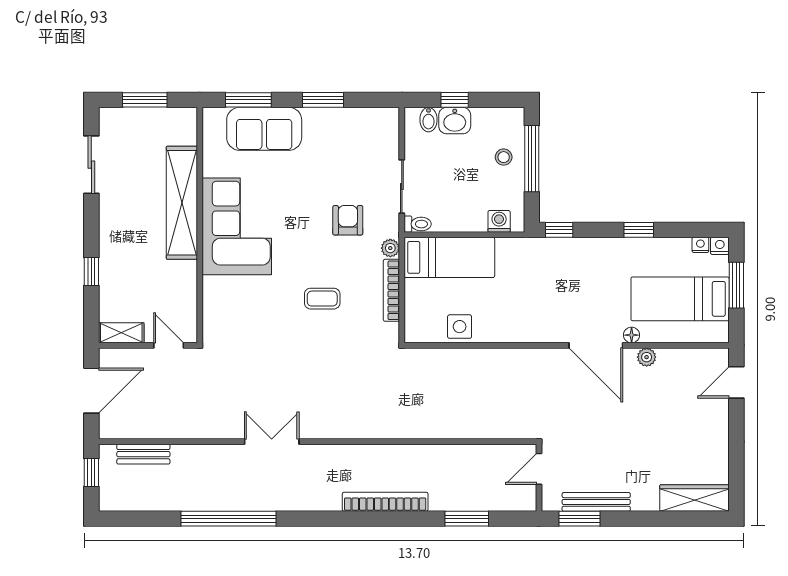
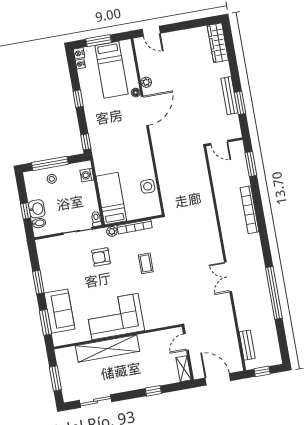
door: (539, 469) -> (219, 143), moved
wall: (539, 478) -> (224, 142), moved

